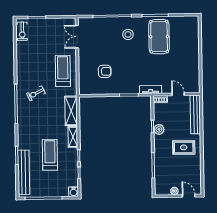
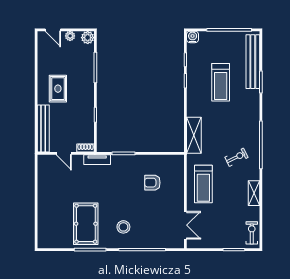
plant: (159, 129) -> (88, 38), moved
shelving: (73, 137) -> (254, 193), moved
rug: (184, 147) -> (58, 89), turned 90

